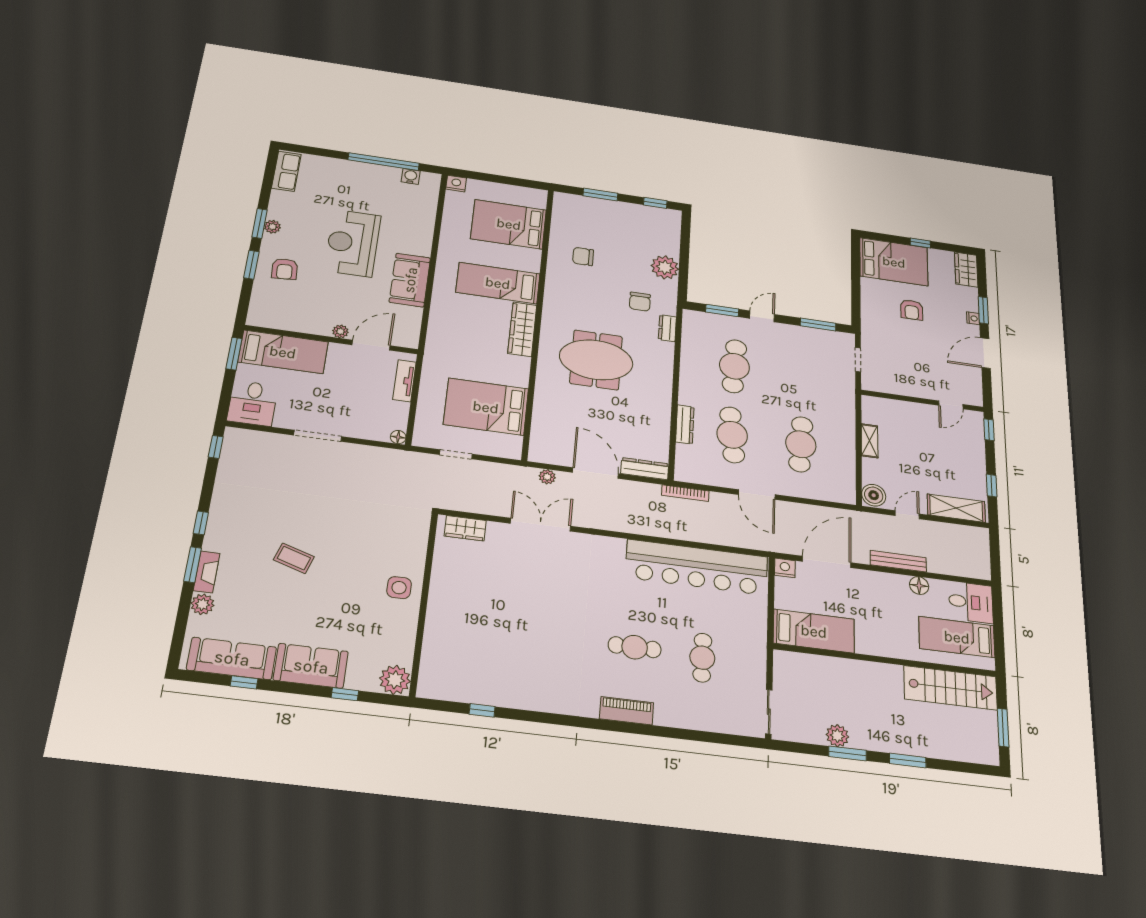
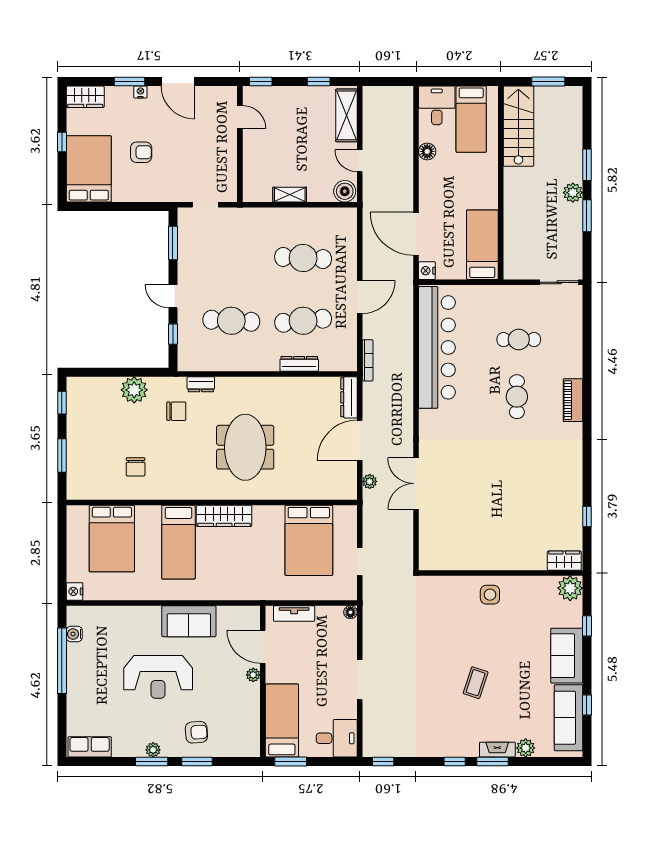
window: (722, 311) -> (173, 334), width x0.67
wardrobe: (465, 528) -> (564, 561), moved, turned -90
bench: (898, 561) -> (406, 170), removed
plant: (837, 736) -> (573, 193), moved

